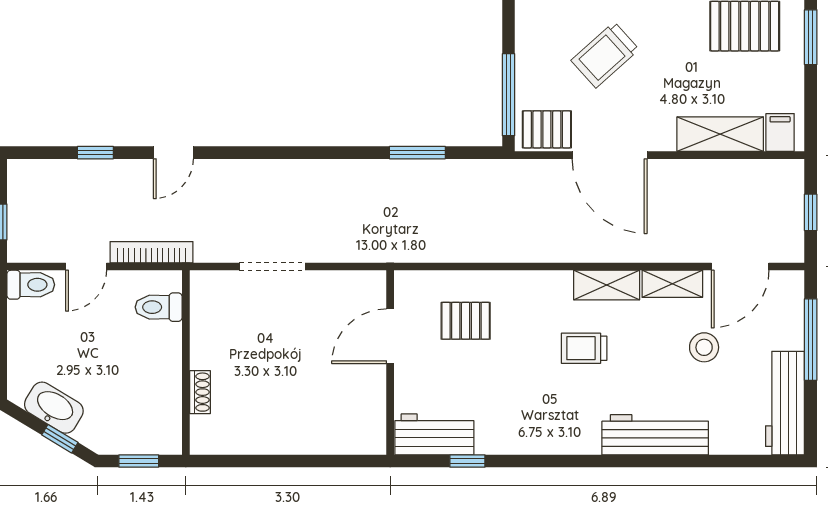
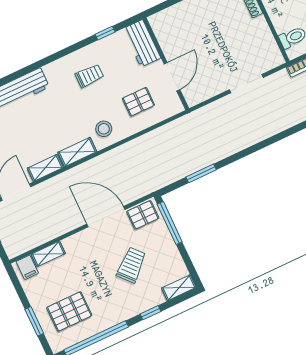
shelving: (720, 134) -> (48, 254), width x0.67, depth x0.75
stool: (704, 347) -> (104, 129), moved
trolley: (584, 348) -> (89, 76), moved
workbench: (434, 434) -> (142, 43), moved, turned 90

